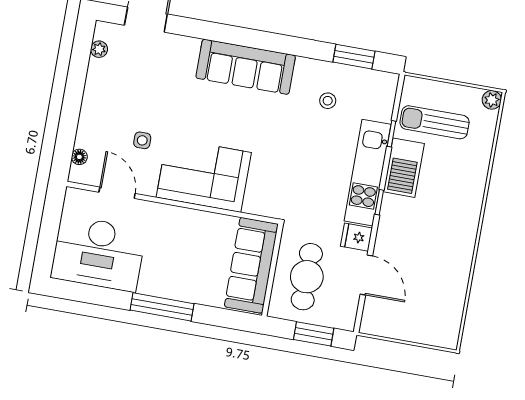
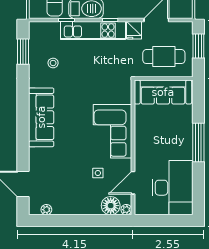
floor lamp: (79, 157) -> (111, 206), width x1.89, depth x1.89
plant: (77, 175) -> (126, 210), added

